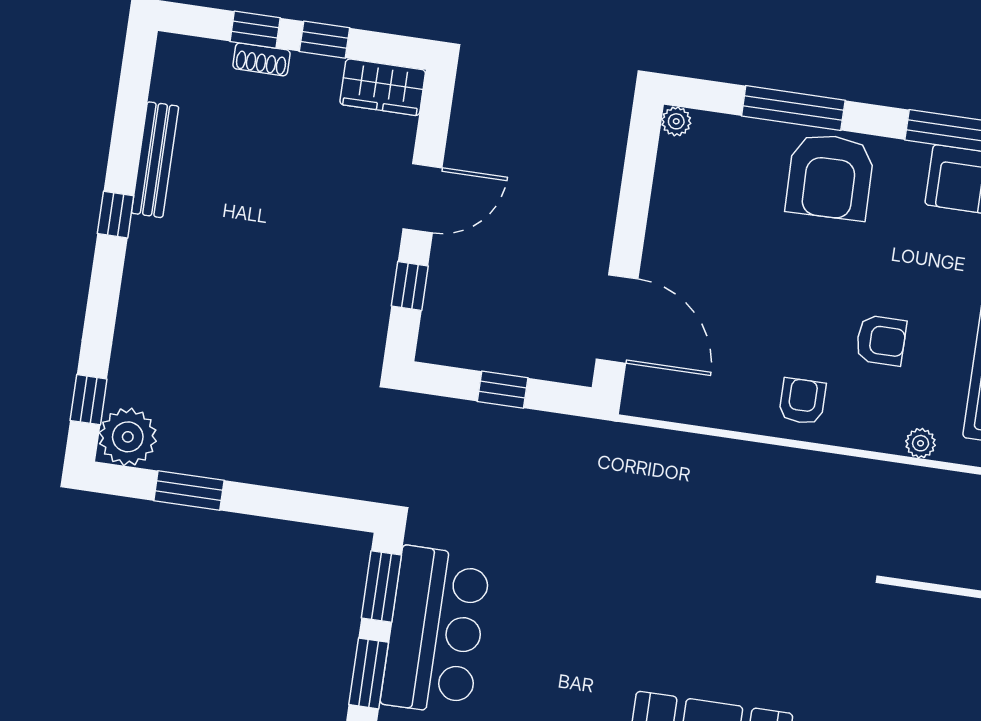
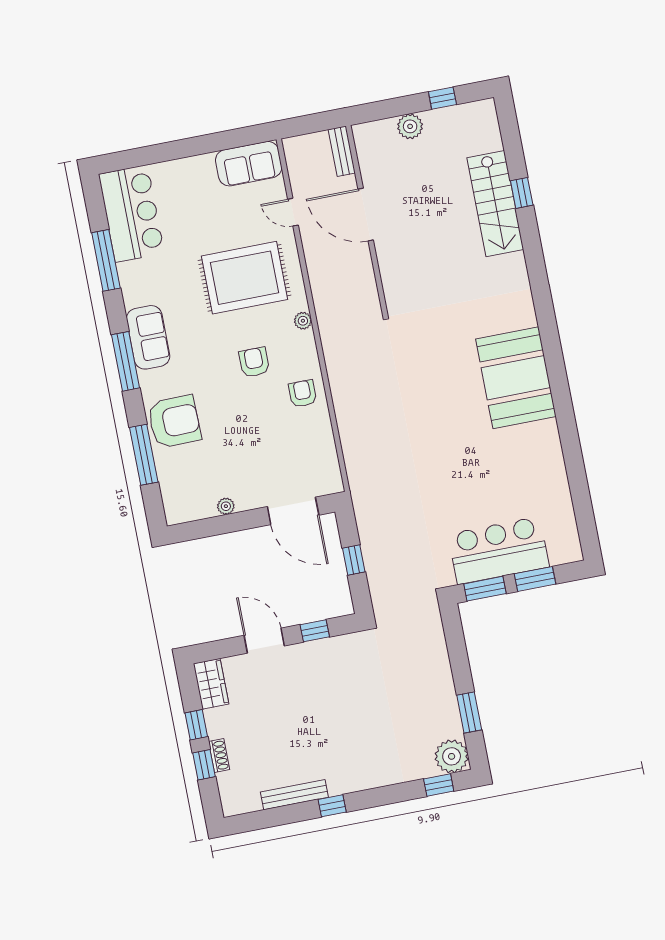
plant: (676, 121) -> (226, 506), moved
door: (617, 319) -> (293, 511), swing flipped
armchair: (802, 401) -> (303, 394), turned 90

